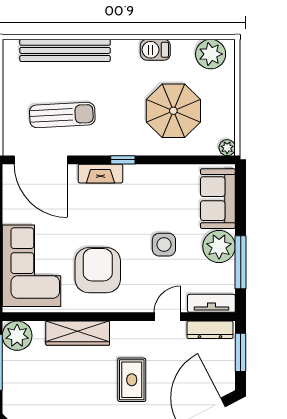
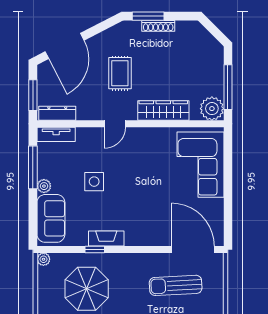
window: (123, 160) -> (95, 249), moved
fireplace: (100, 174) -> (106, 238), moved
plant: (219, 246) -> (44, 186), width x0.53, depth x0.53
armchair: (98, 270) -> (147, 161), removed
door: (167, 317) -> (115, 124), moved

